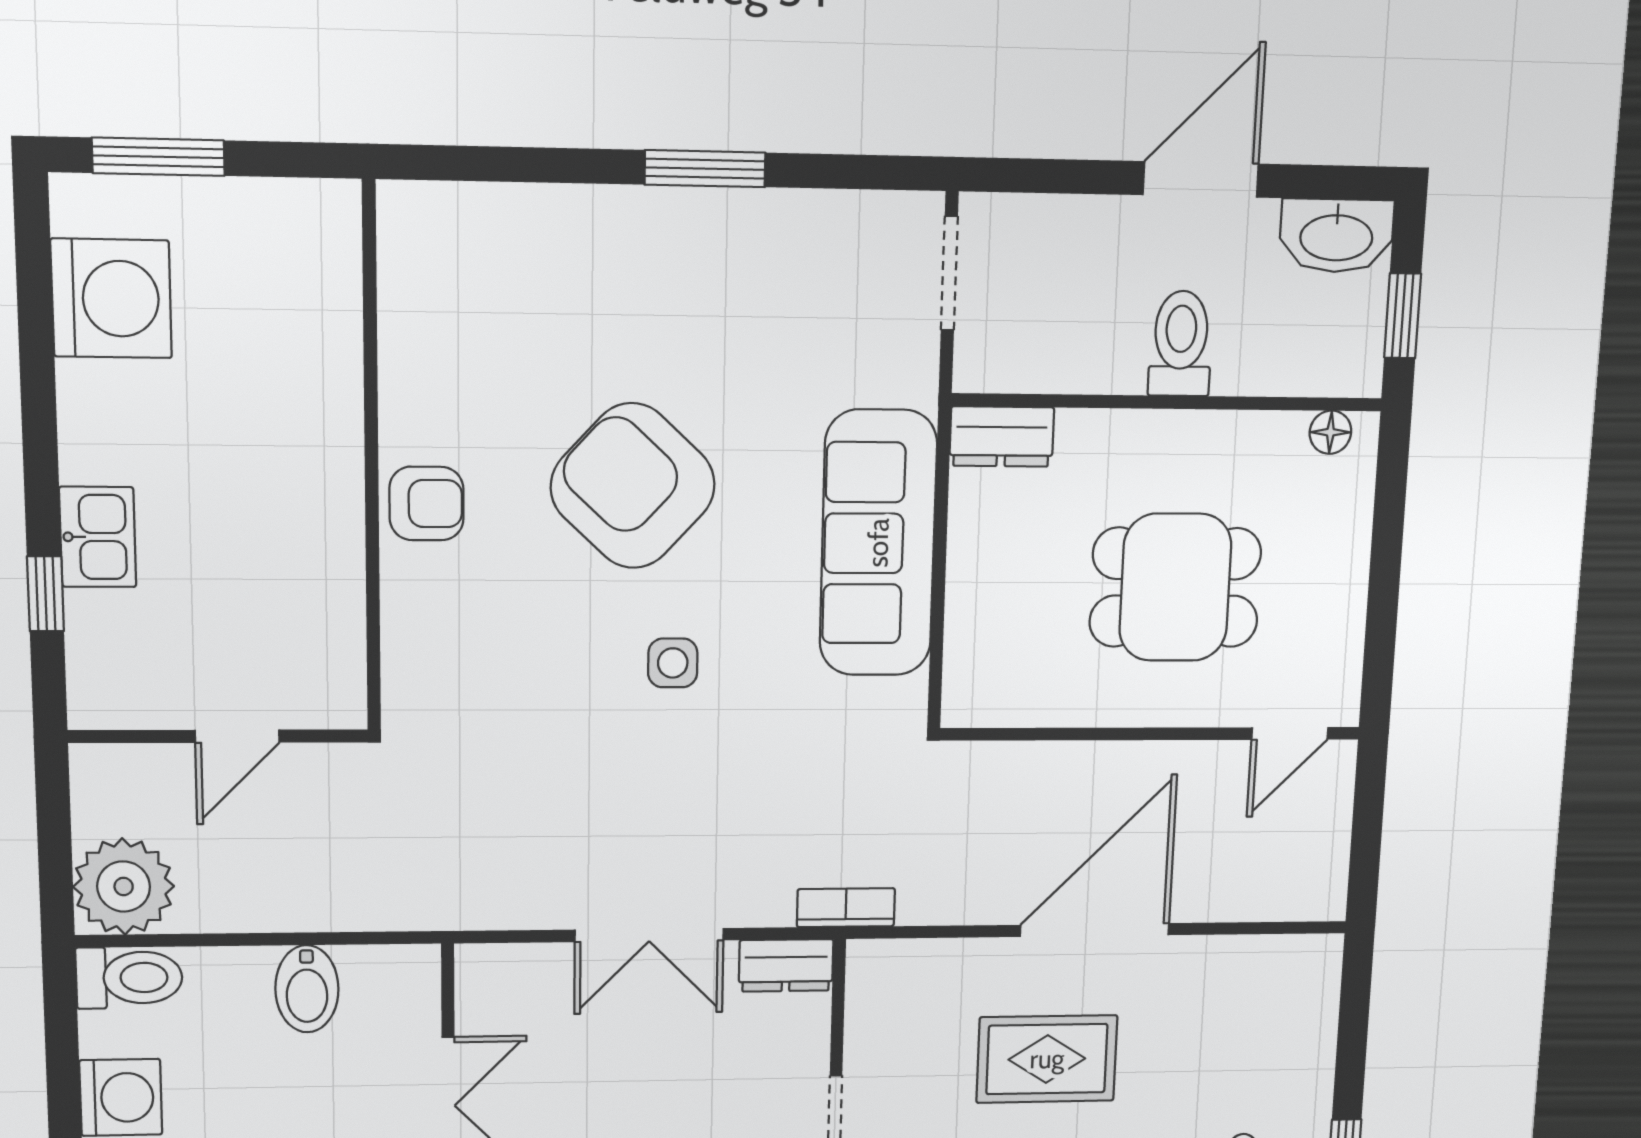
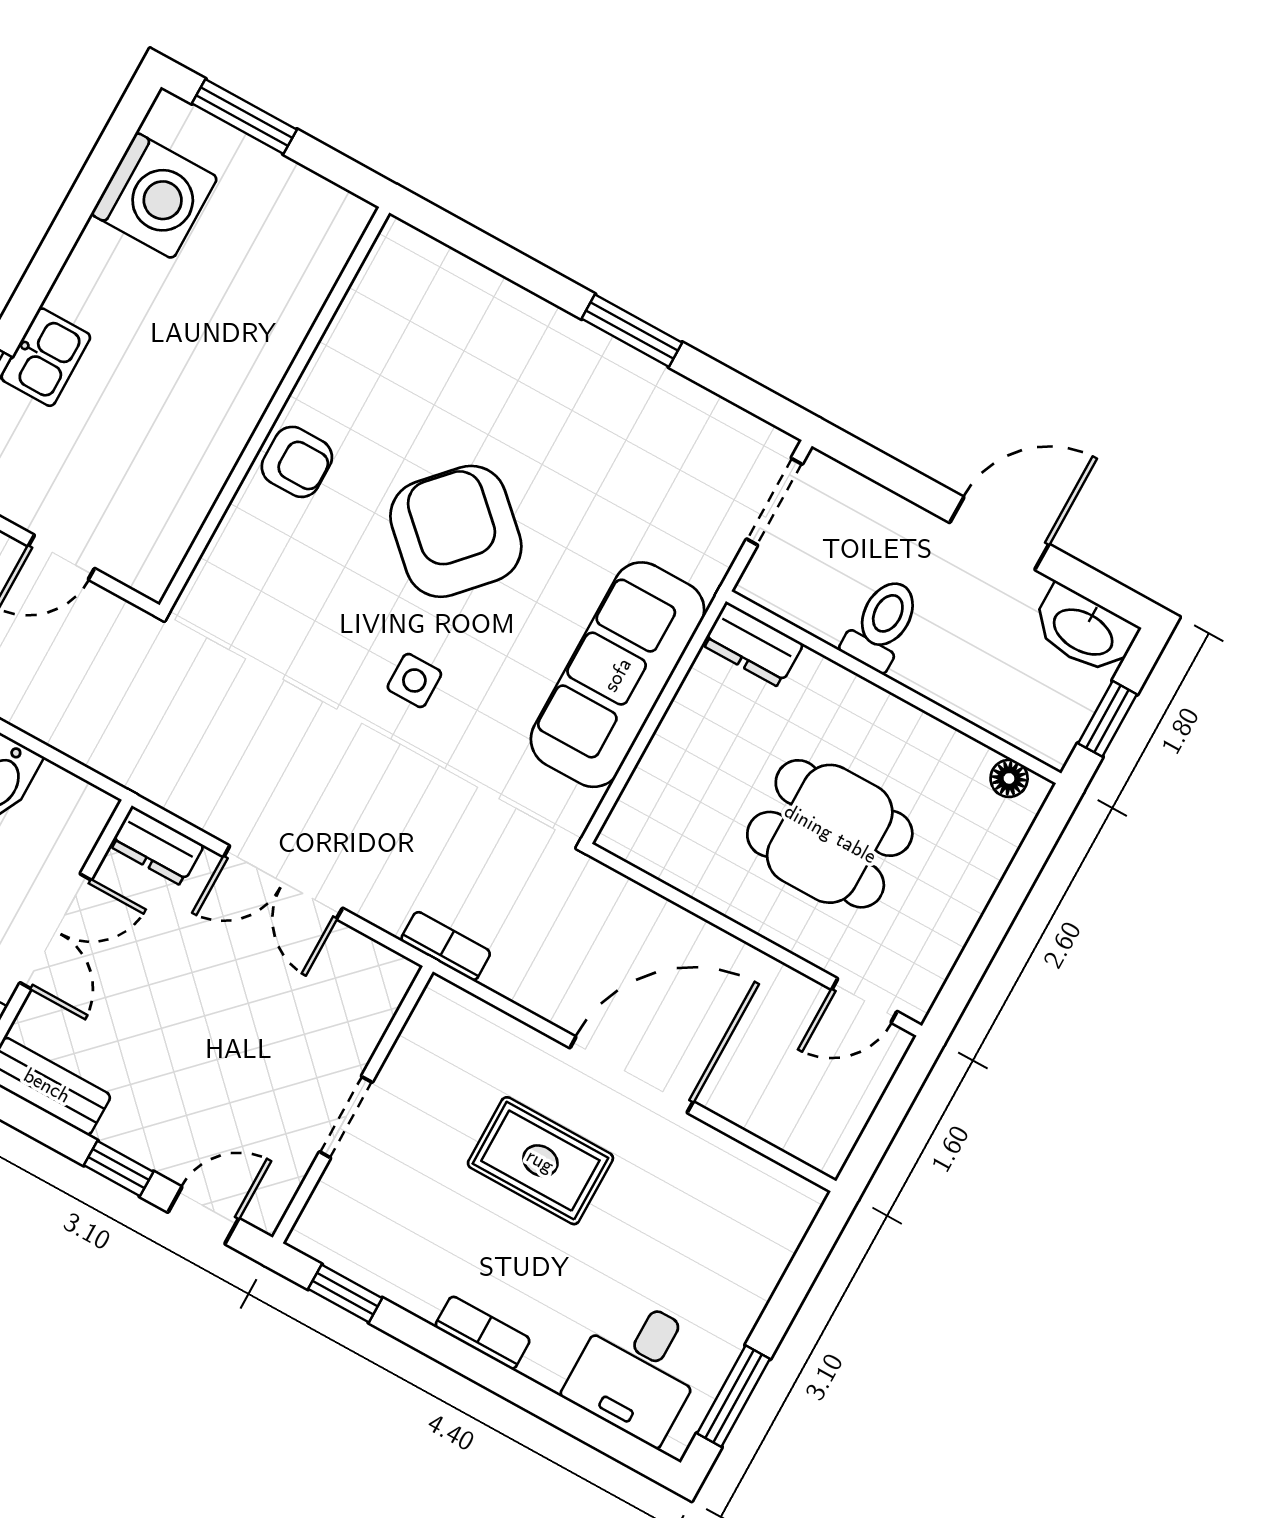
toilet: (1181, 343) -> (882, 624), moved
dresser: (786, 965) -> (157, 846), moved

